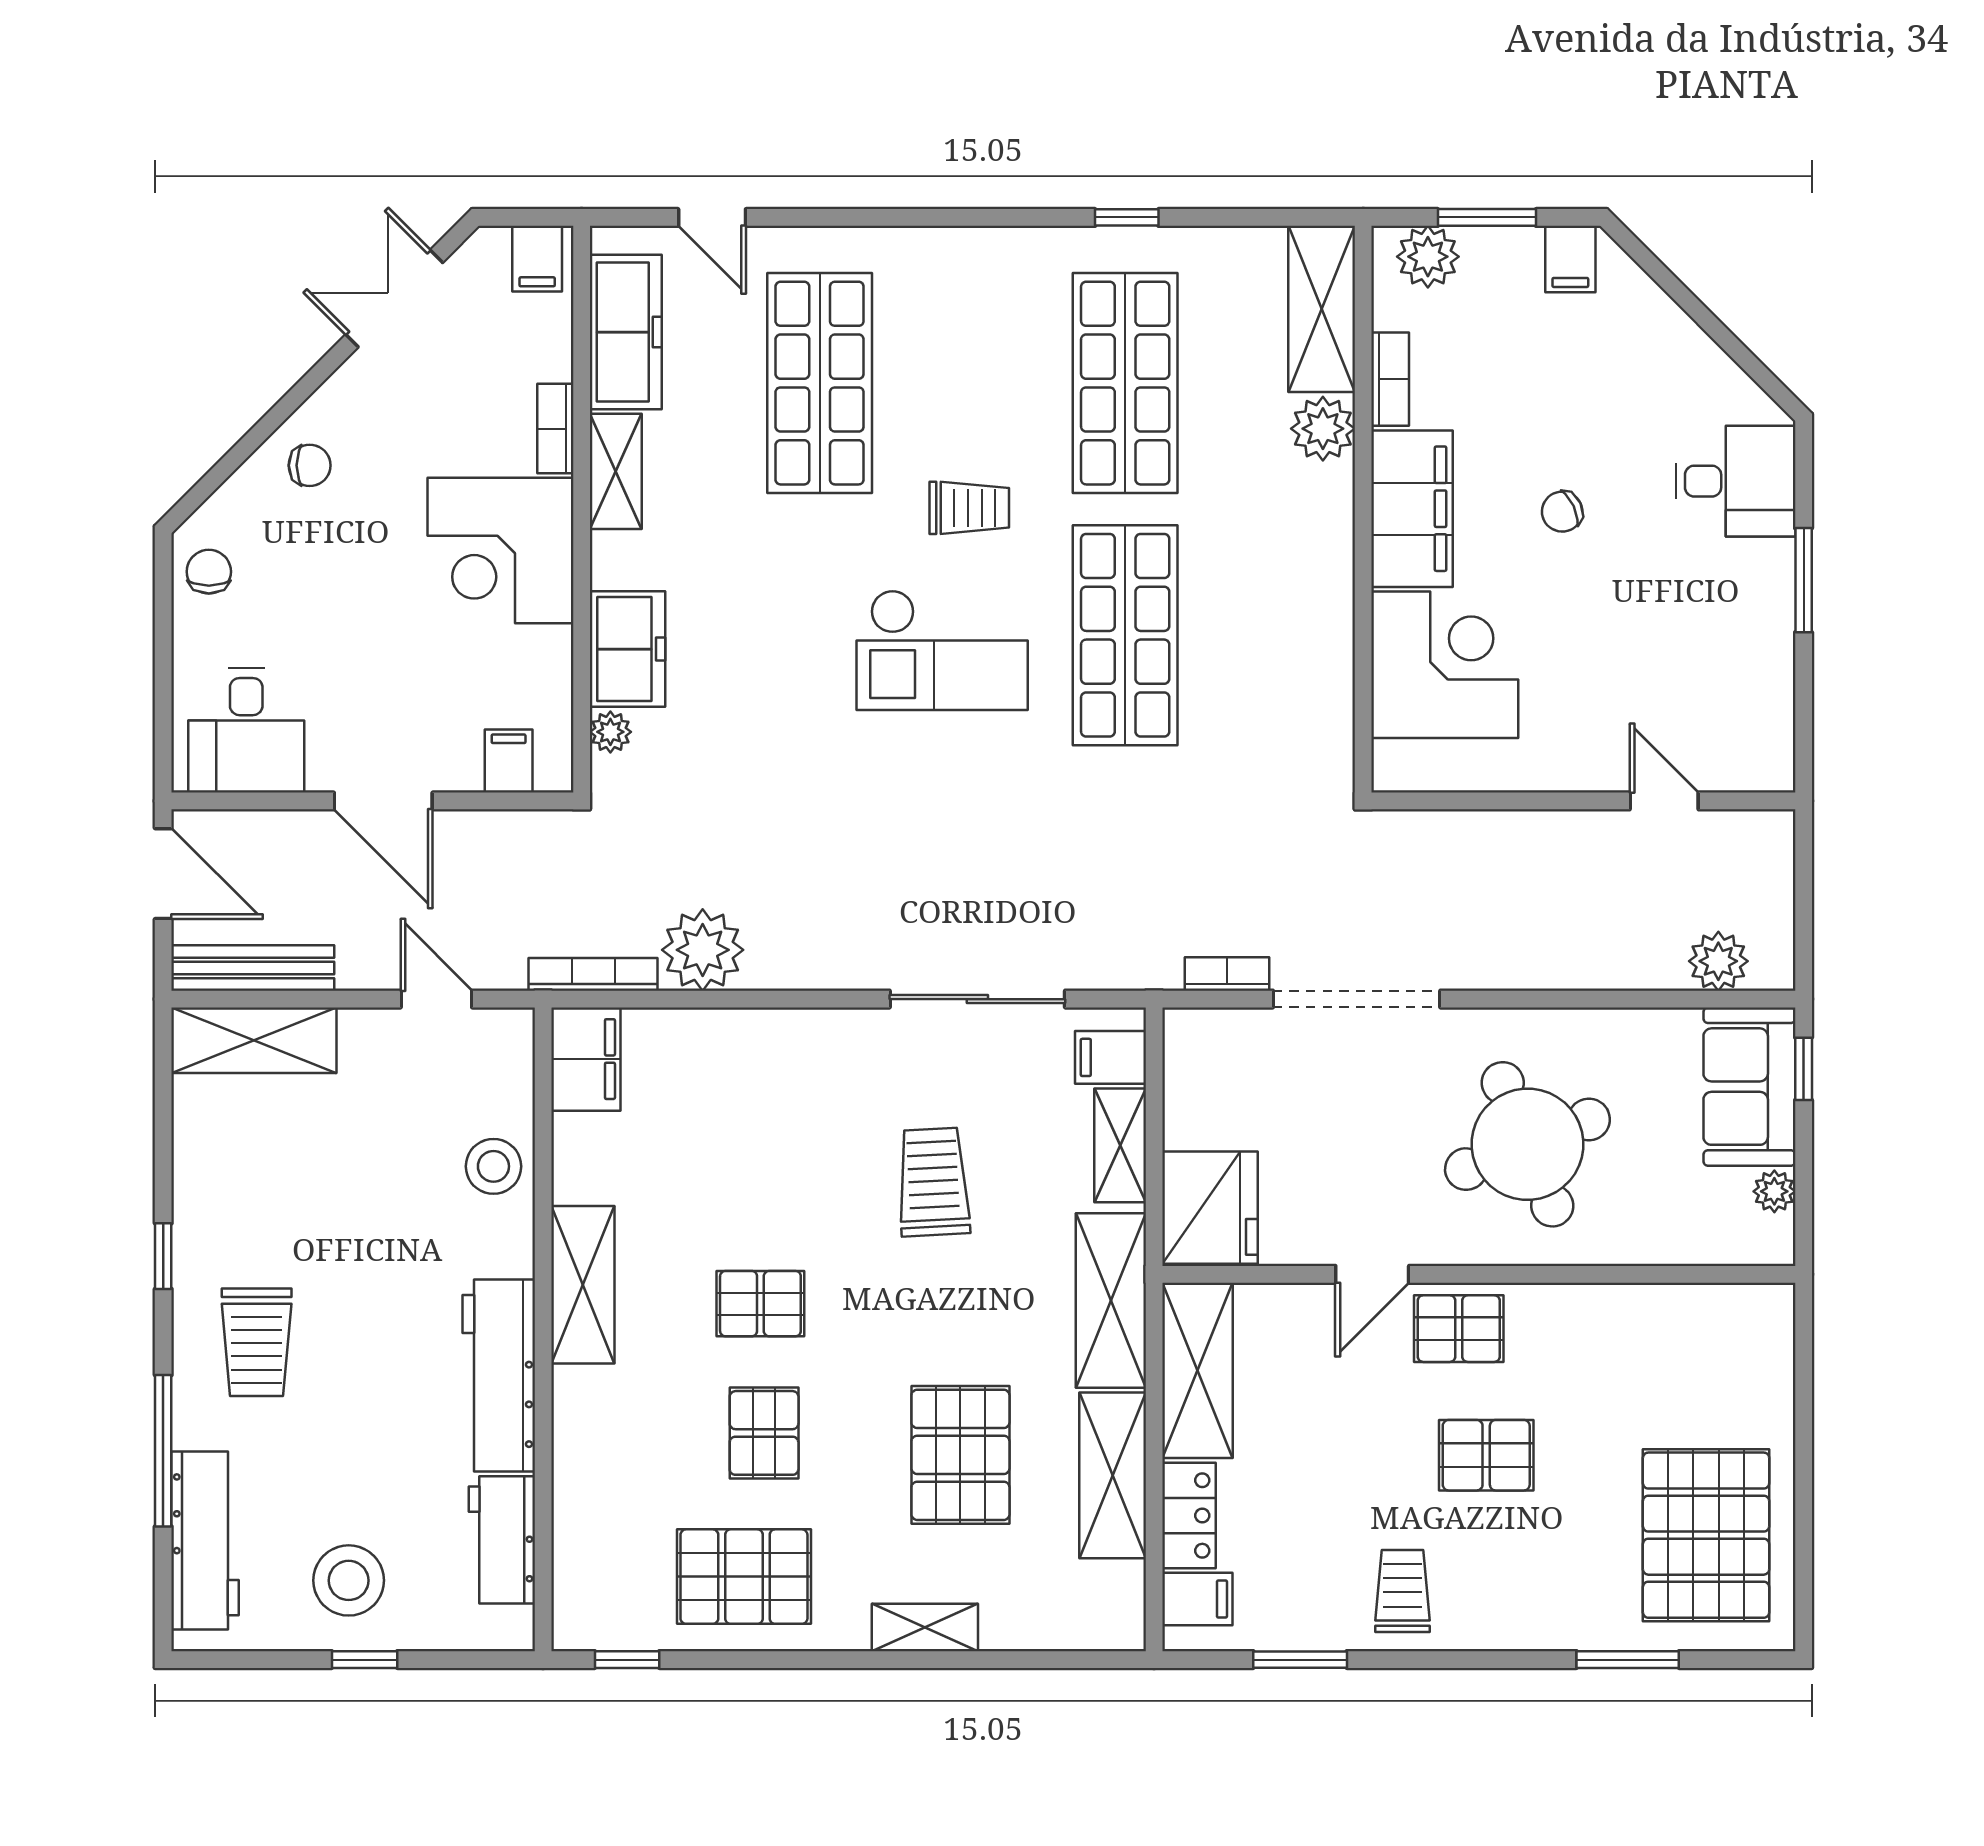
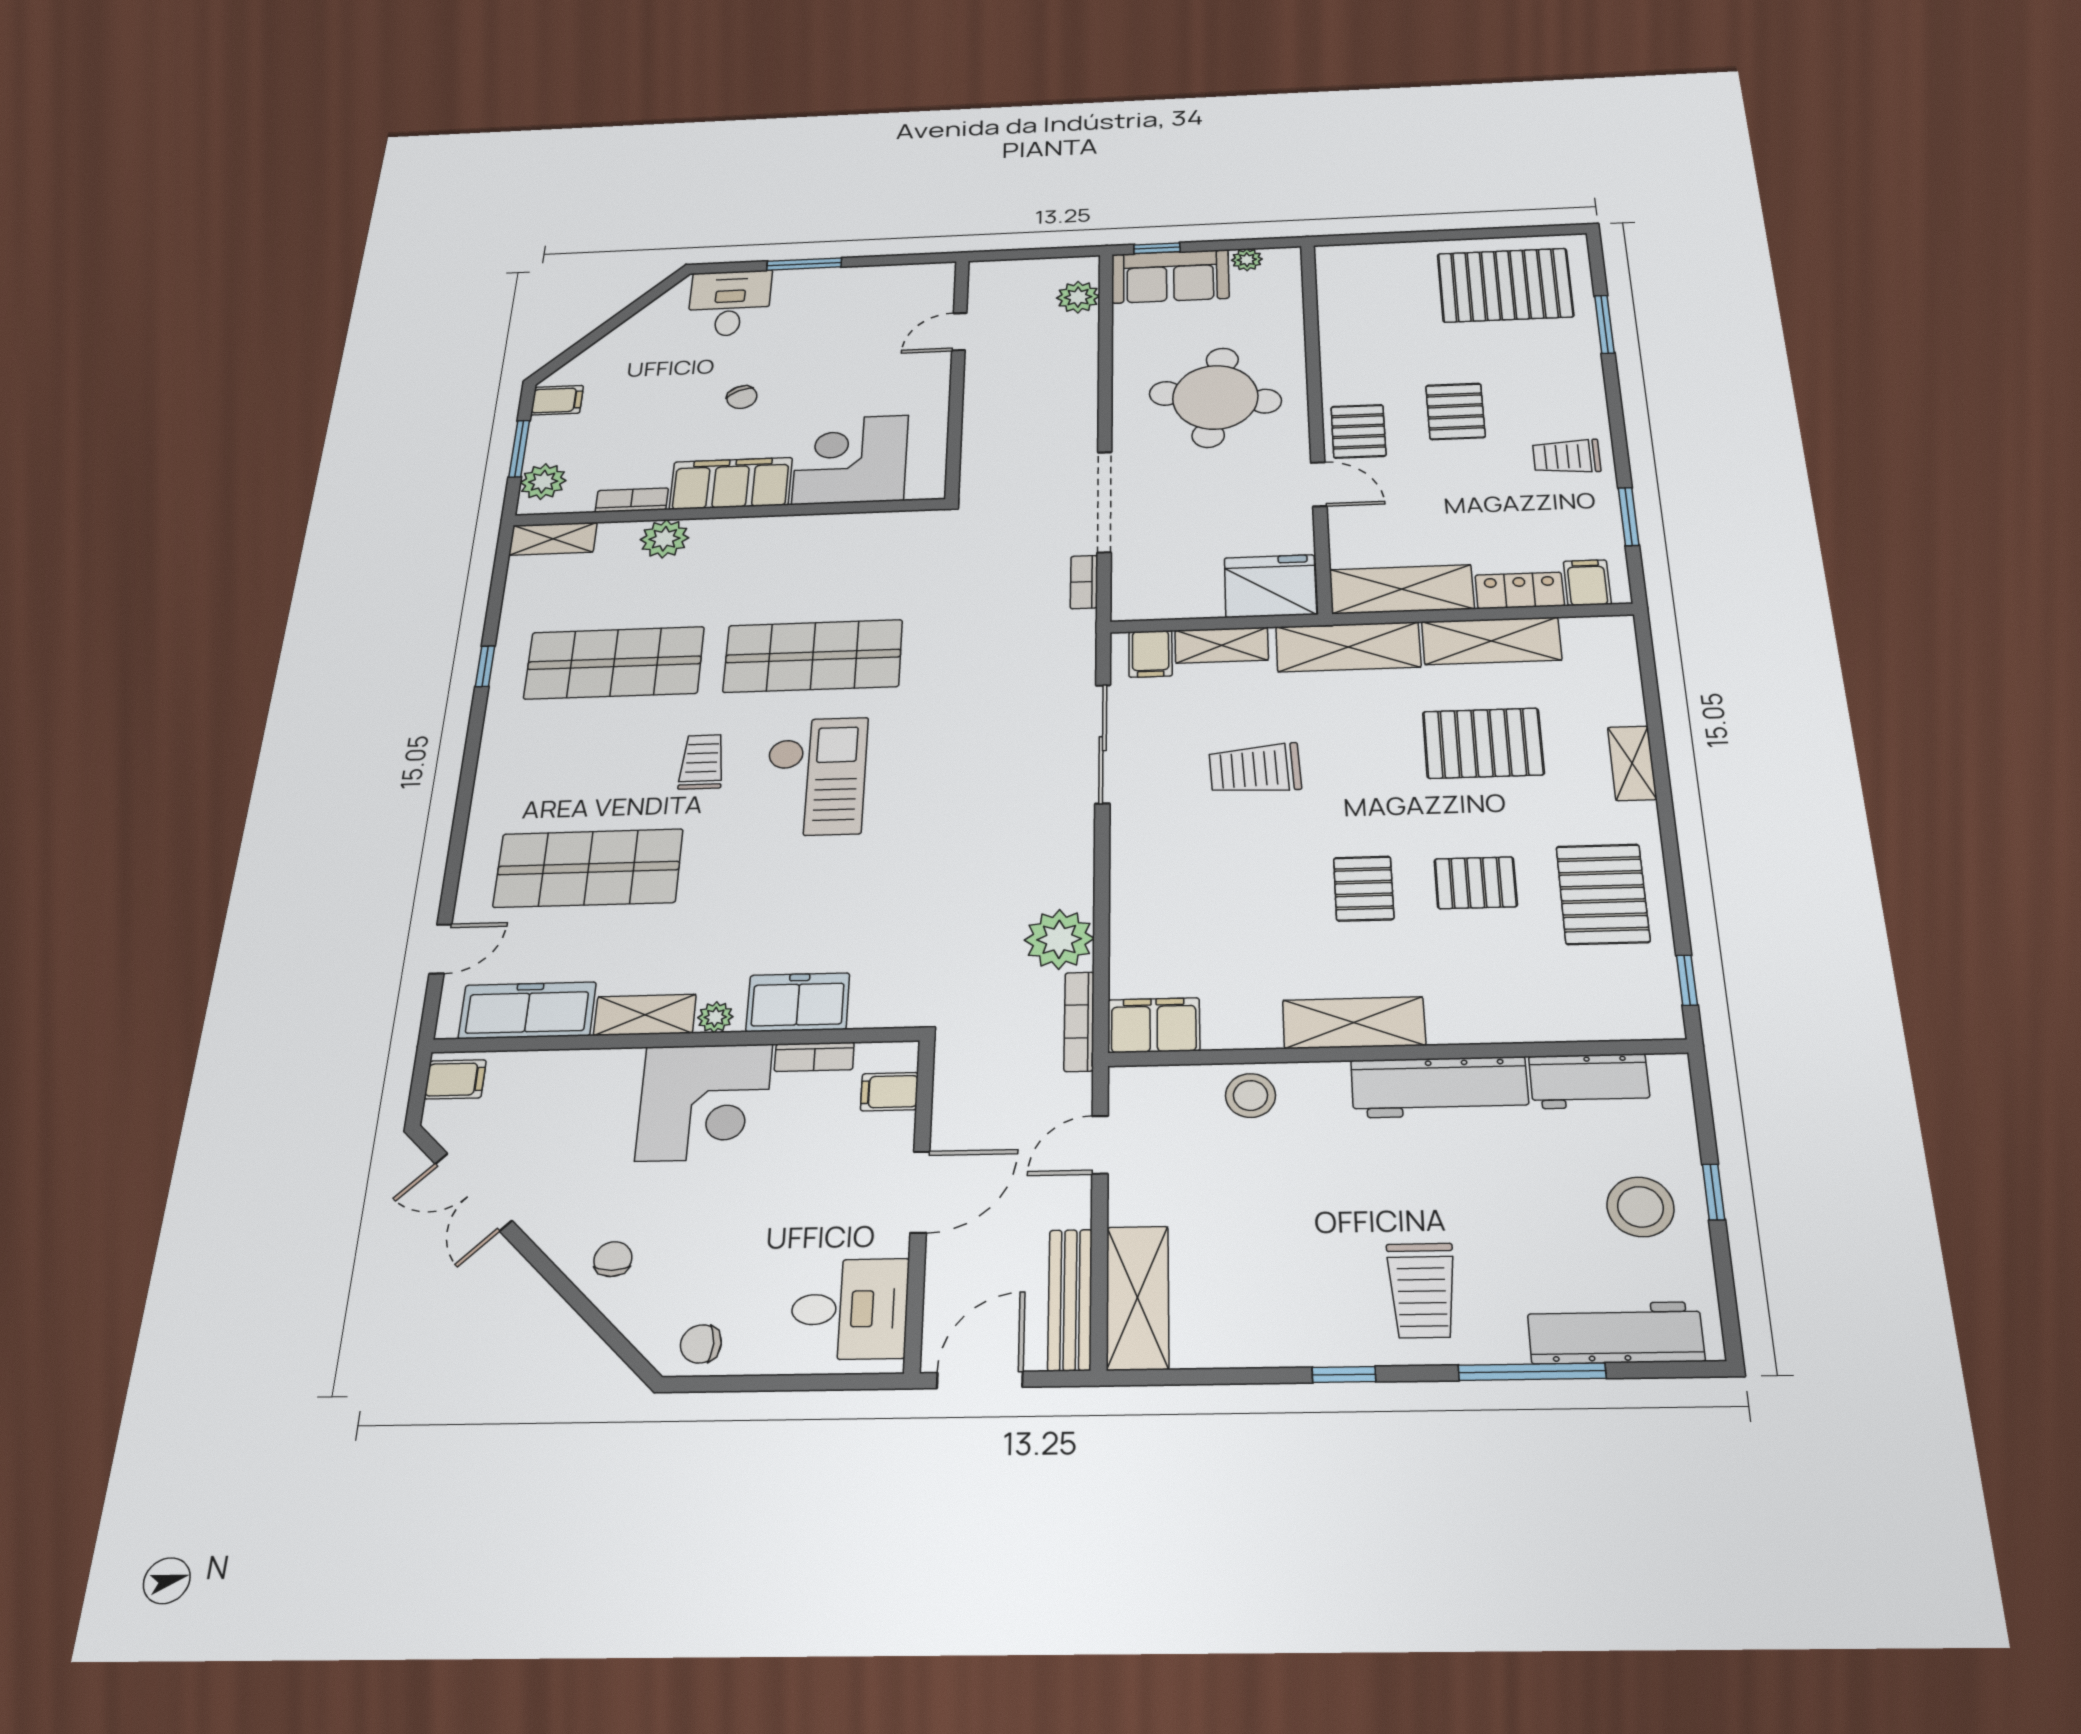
shelving: (1322, 309) -> (553, 539), width x0.67, depth x0.75
bookcase: (555, 429) -> (814, 1057), moved
plant: (610, 732) -> (715, 1017), moved
round table: (1527, 1144) -> (1215, 397), turned 31
trolley: (257, 1342) -> (1422, 1290), turned 90

